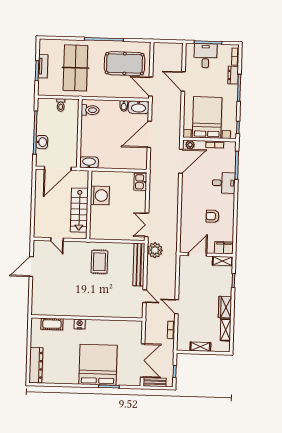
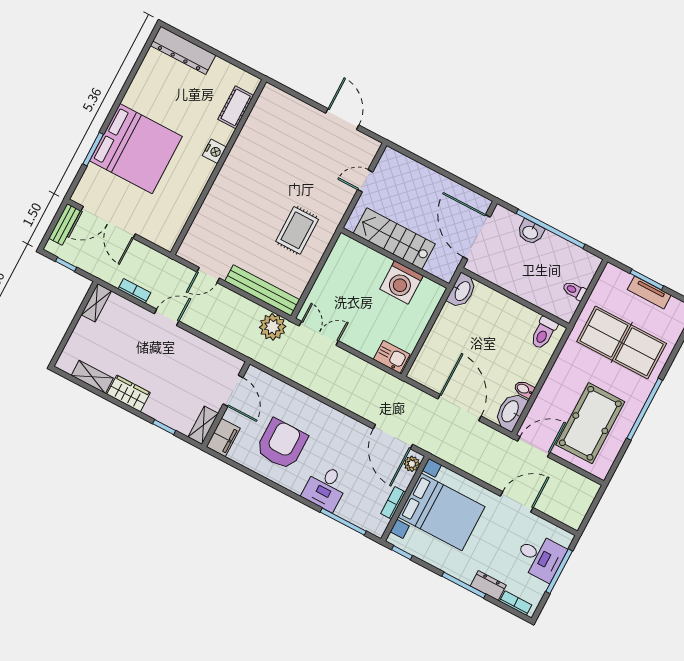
armchair: (213, 216) -> (282, 444), width x1.88, depth x1.88
rug: (99, 262) -> (297, 230), turned 90
shelving: (200, 347) -> (96, 303), moved

